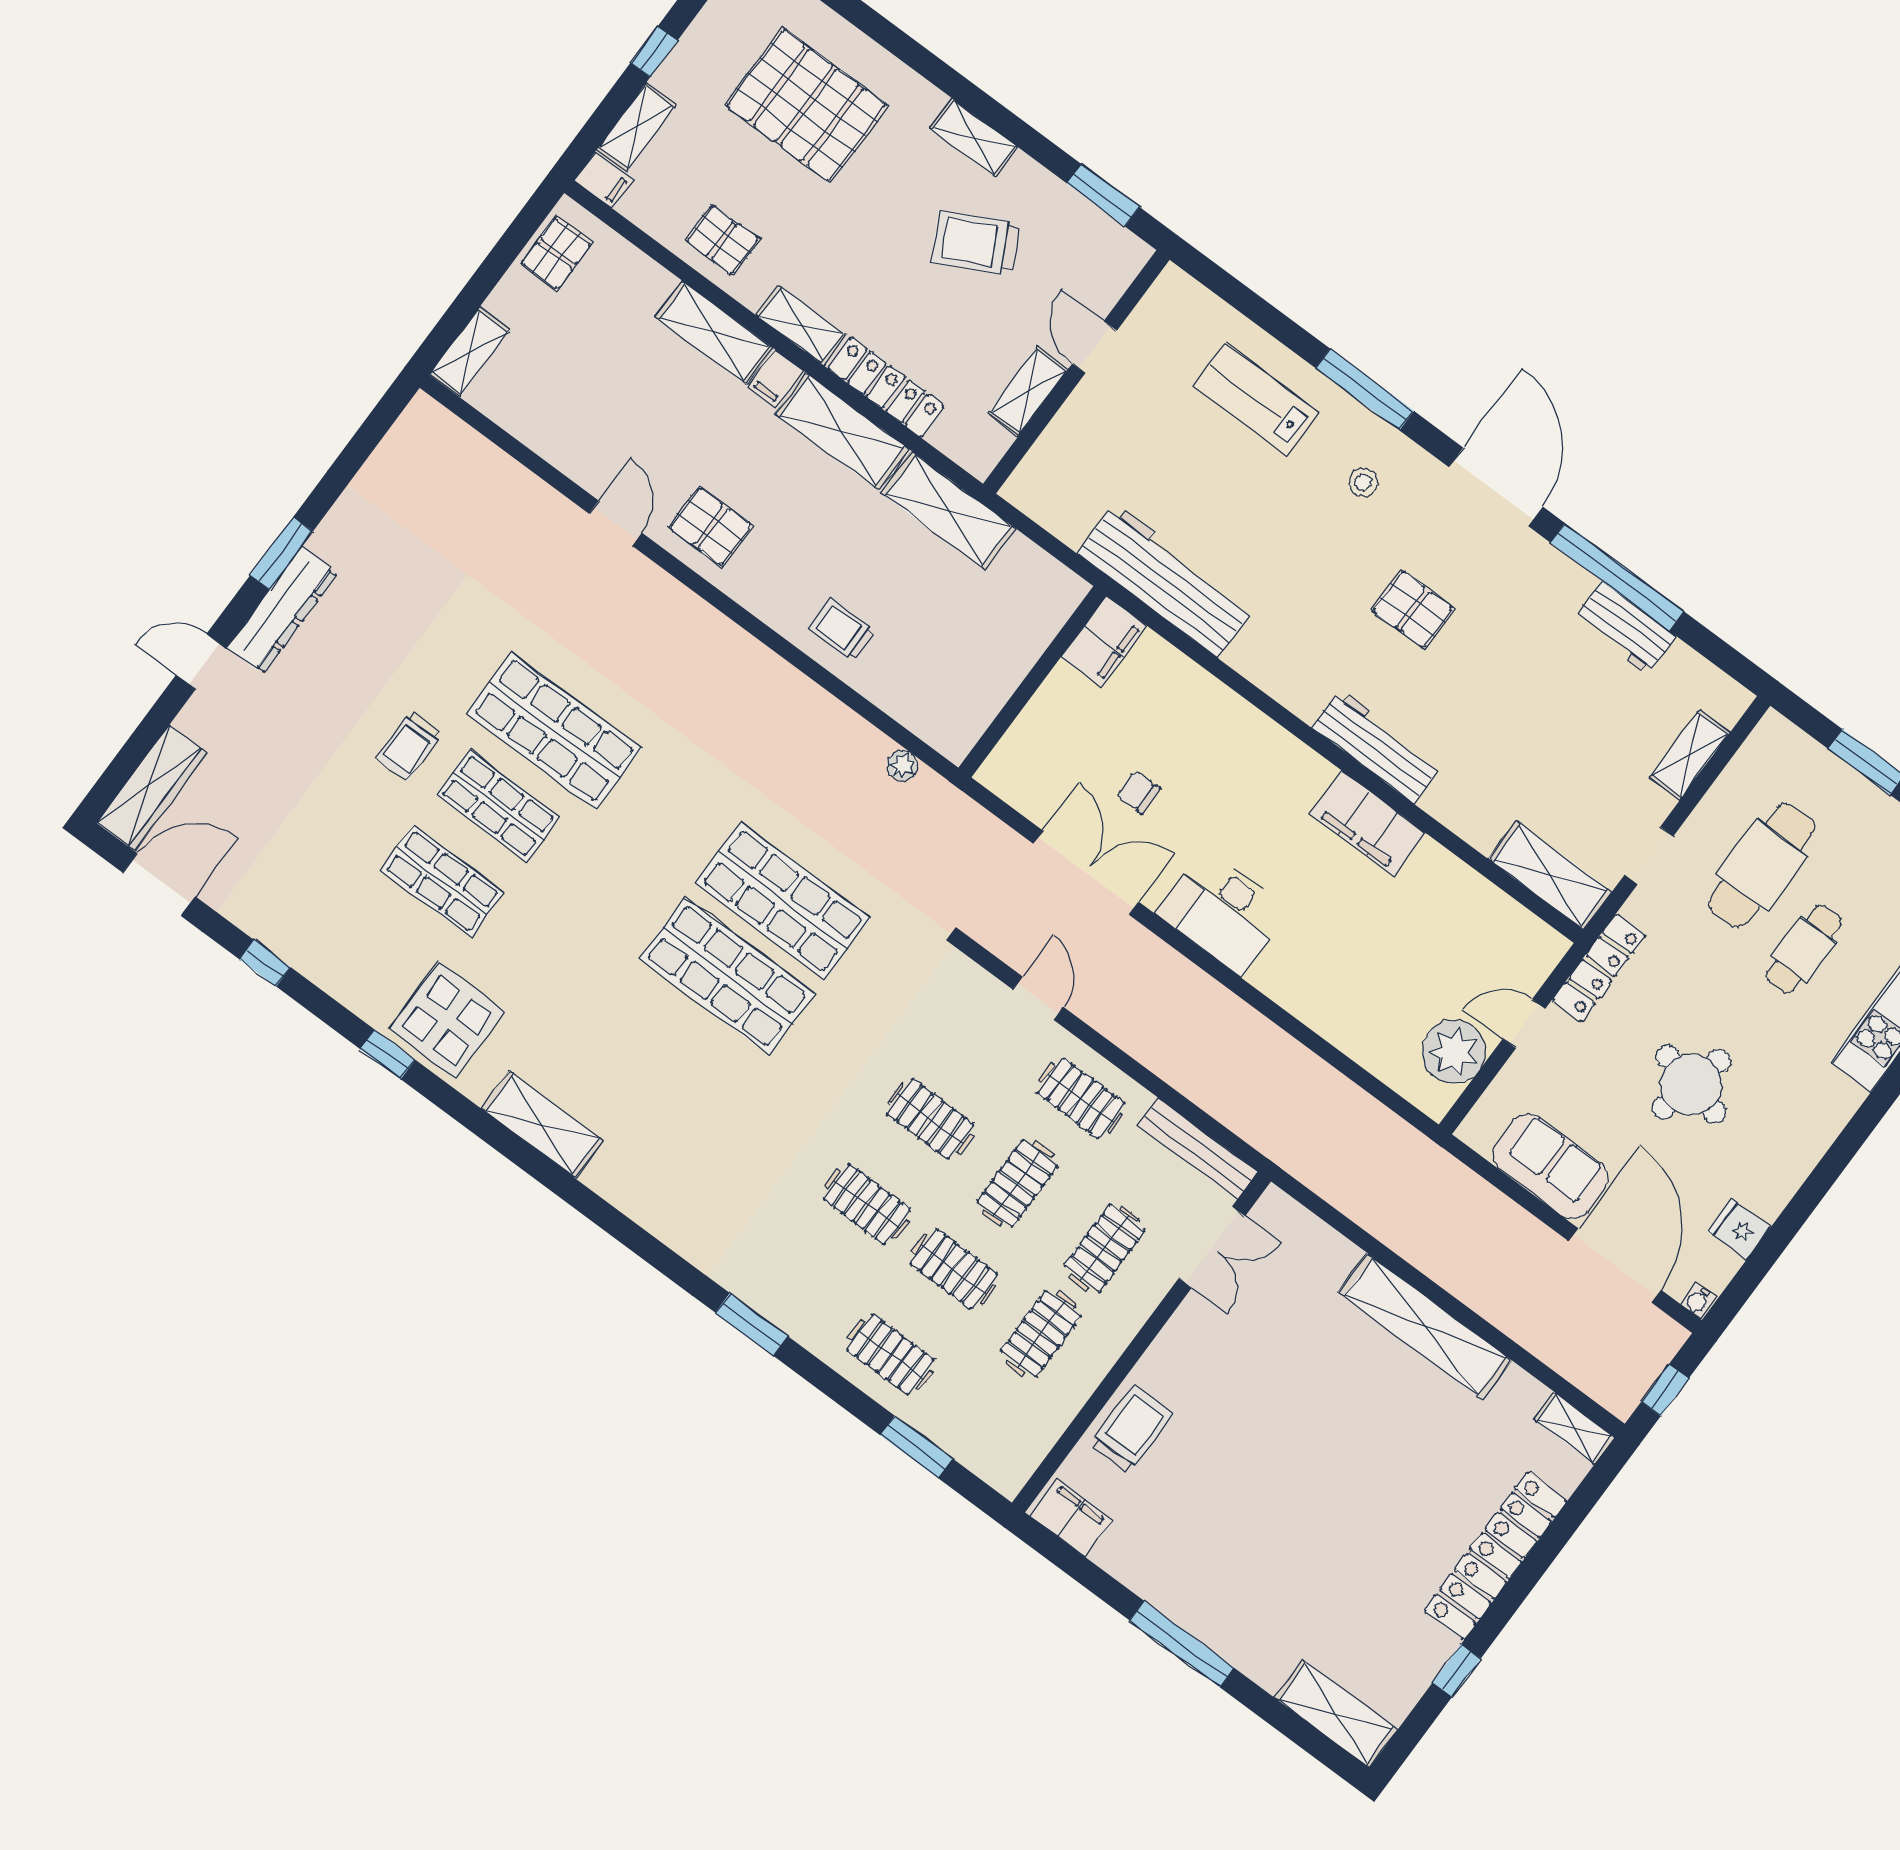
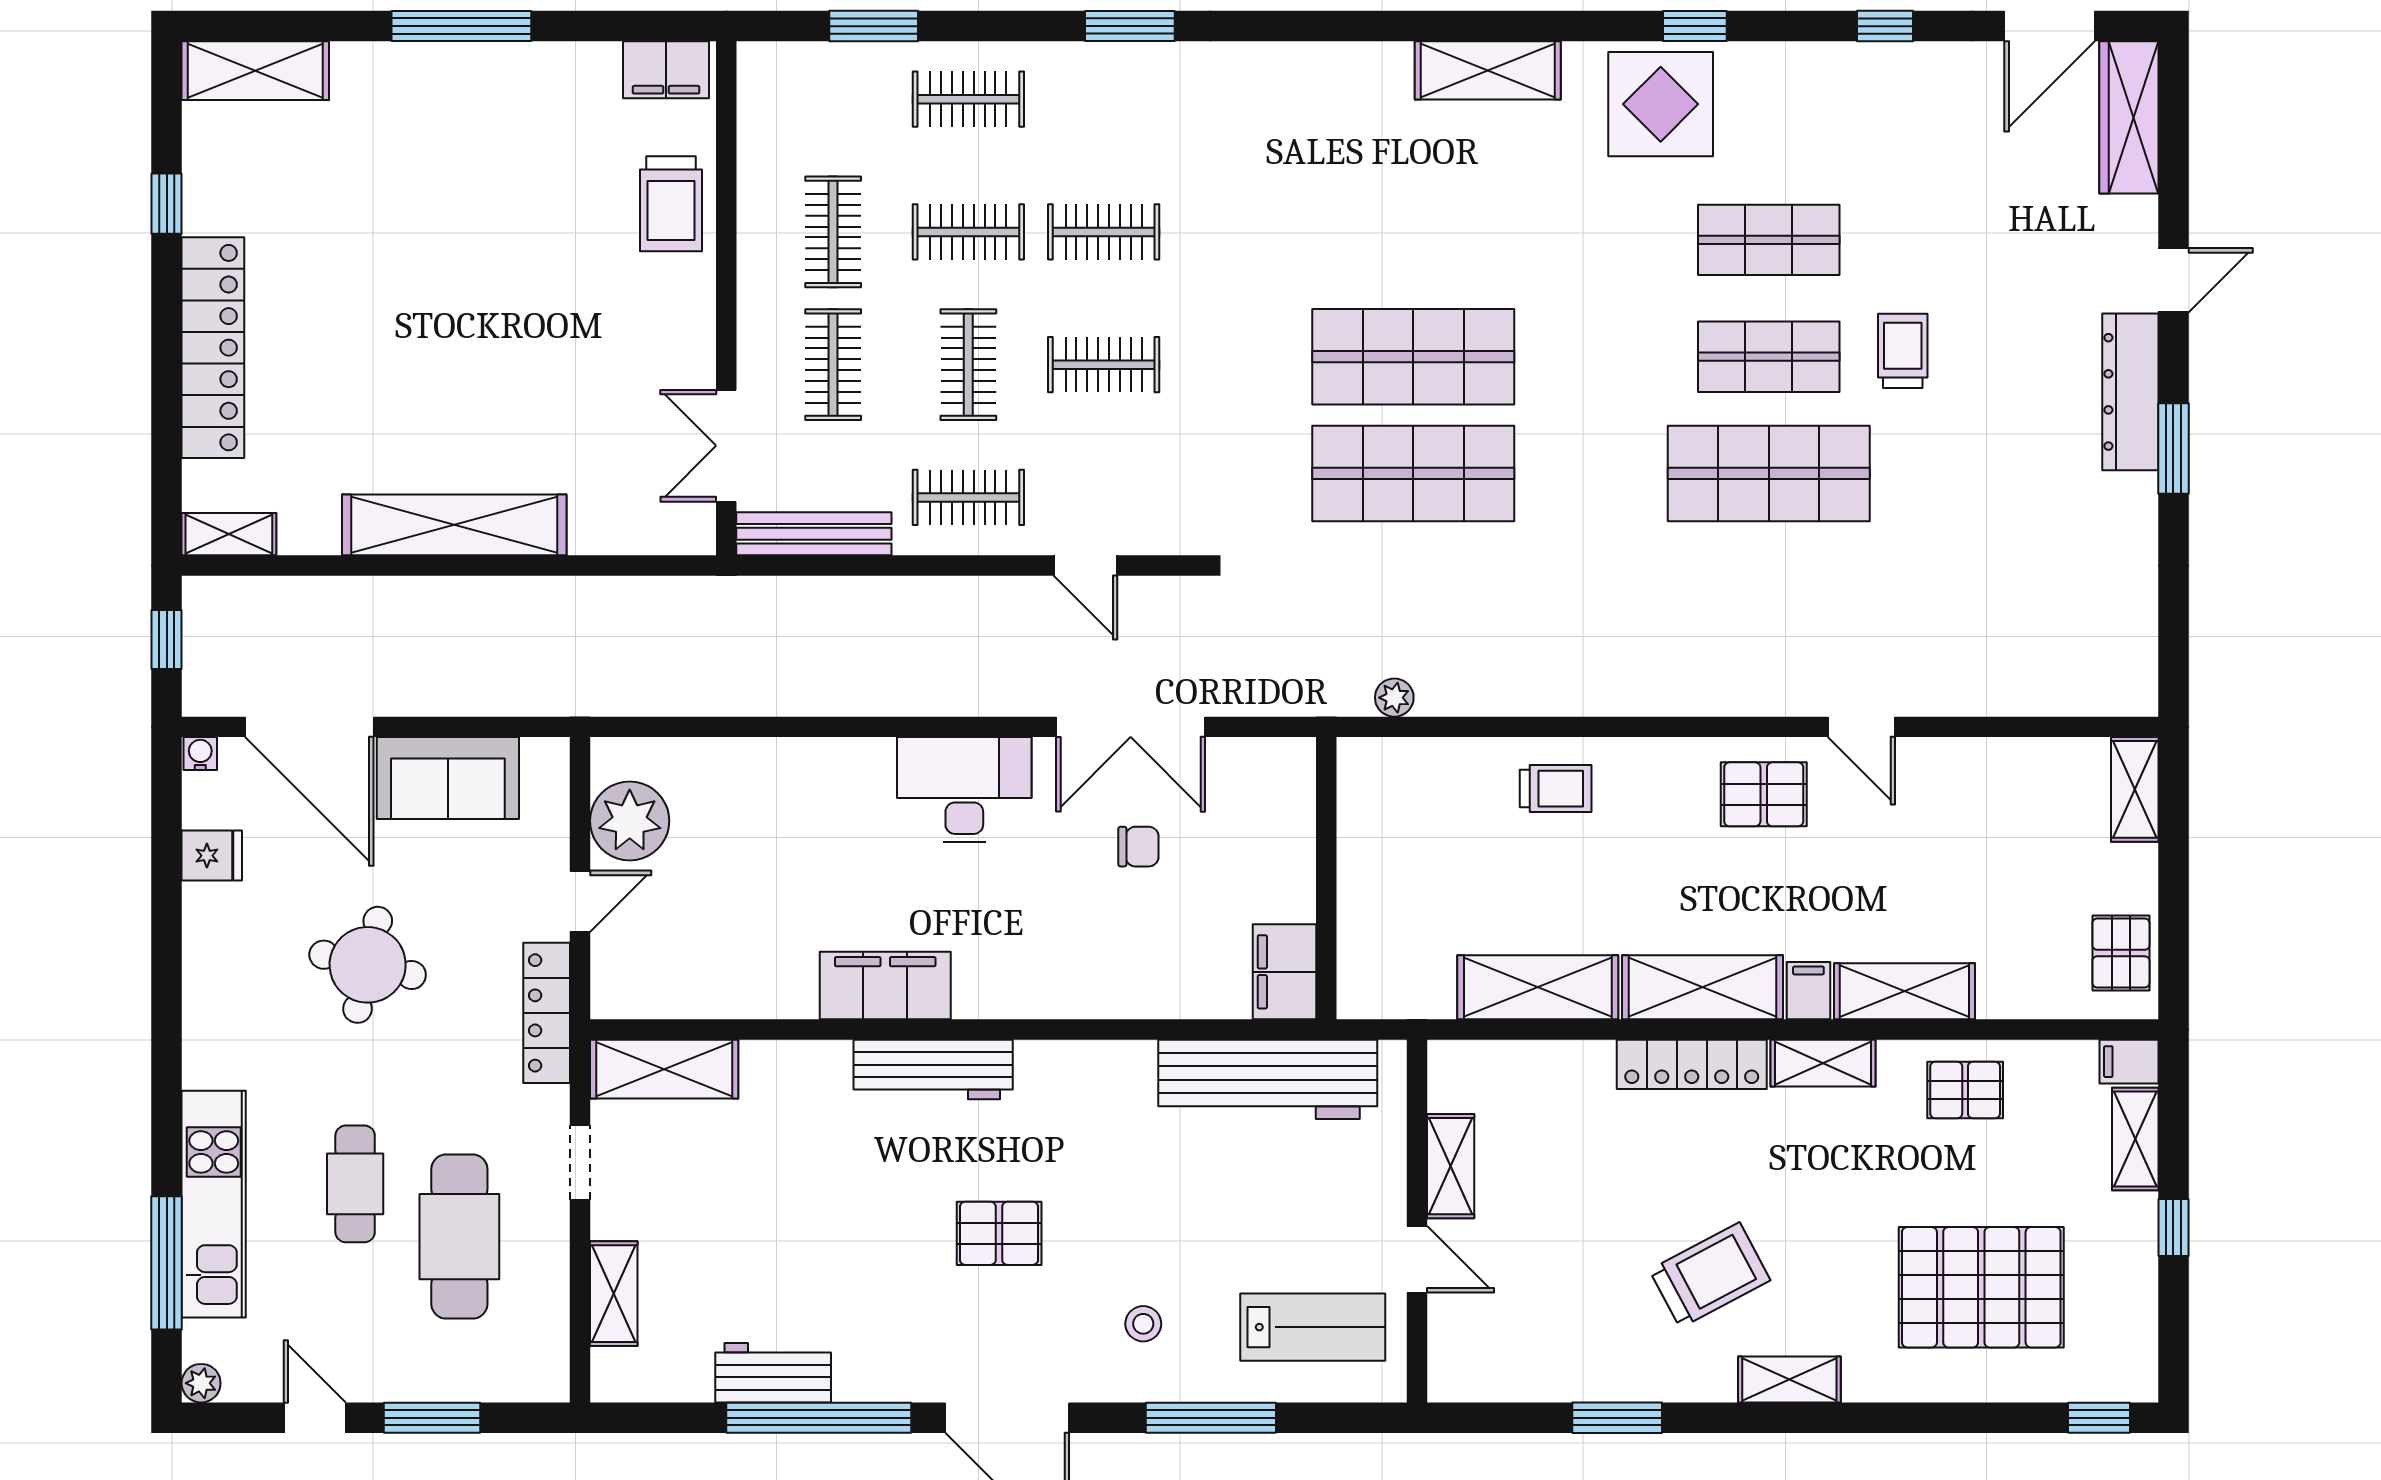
door: (1094, 347) -> (1417, 1259), moved
wall: (1076, 372) -> (1417, 1221), moved
shelving: (1028, 391) -> (1451, 1166), moved

